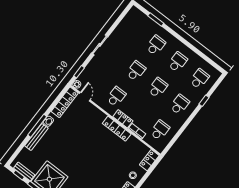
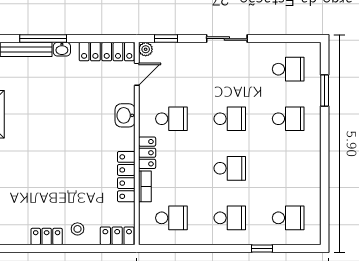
school desk: (178, 62) -> (288, 69), moved
washbasin: (99, 116) -> (125, 115), added
locker: (117, 129) -> (126, 177), moved

